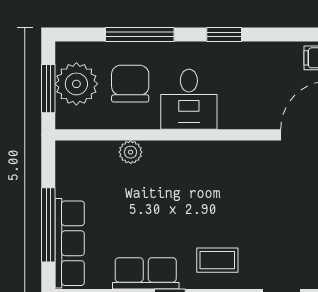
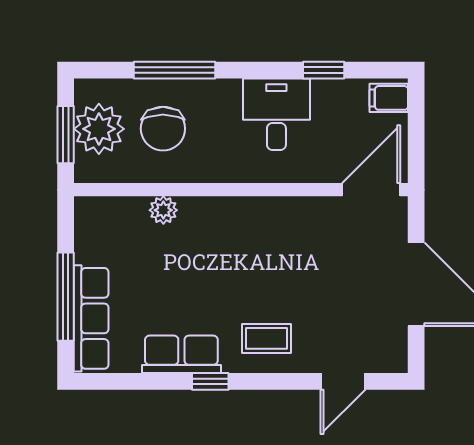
window: (224, 34) -> (324, 70), moved
chair: (130, 84) -> (163, 129), turned 180
desk: (189, 99) -> (276, 114), moved, turned 180

